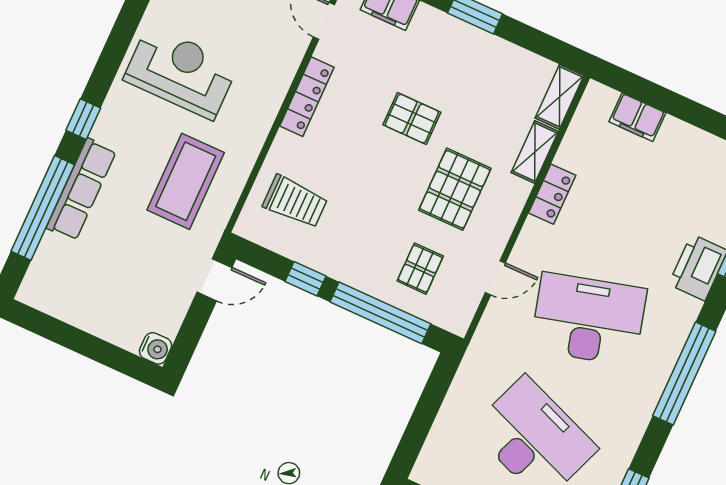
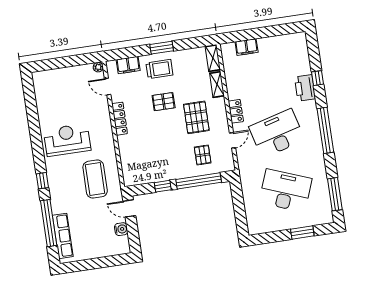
row of seats: (81, 189) -> (63, 236), moved
locker: (552, 194) -> (236, 111), moved
trolley: (295, 202) -> (159, 69), moved
door: (214, 280) -> (129, 208), swing flipped
water cooler: (155, 348) -> (121, 229), moved

